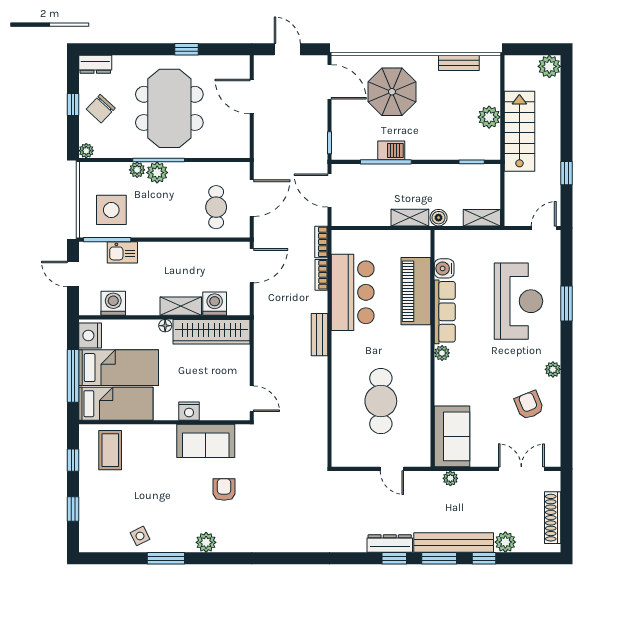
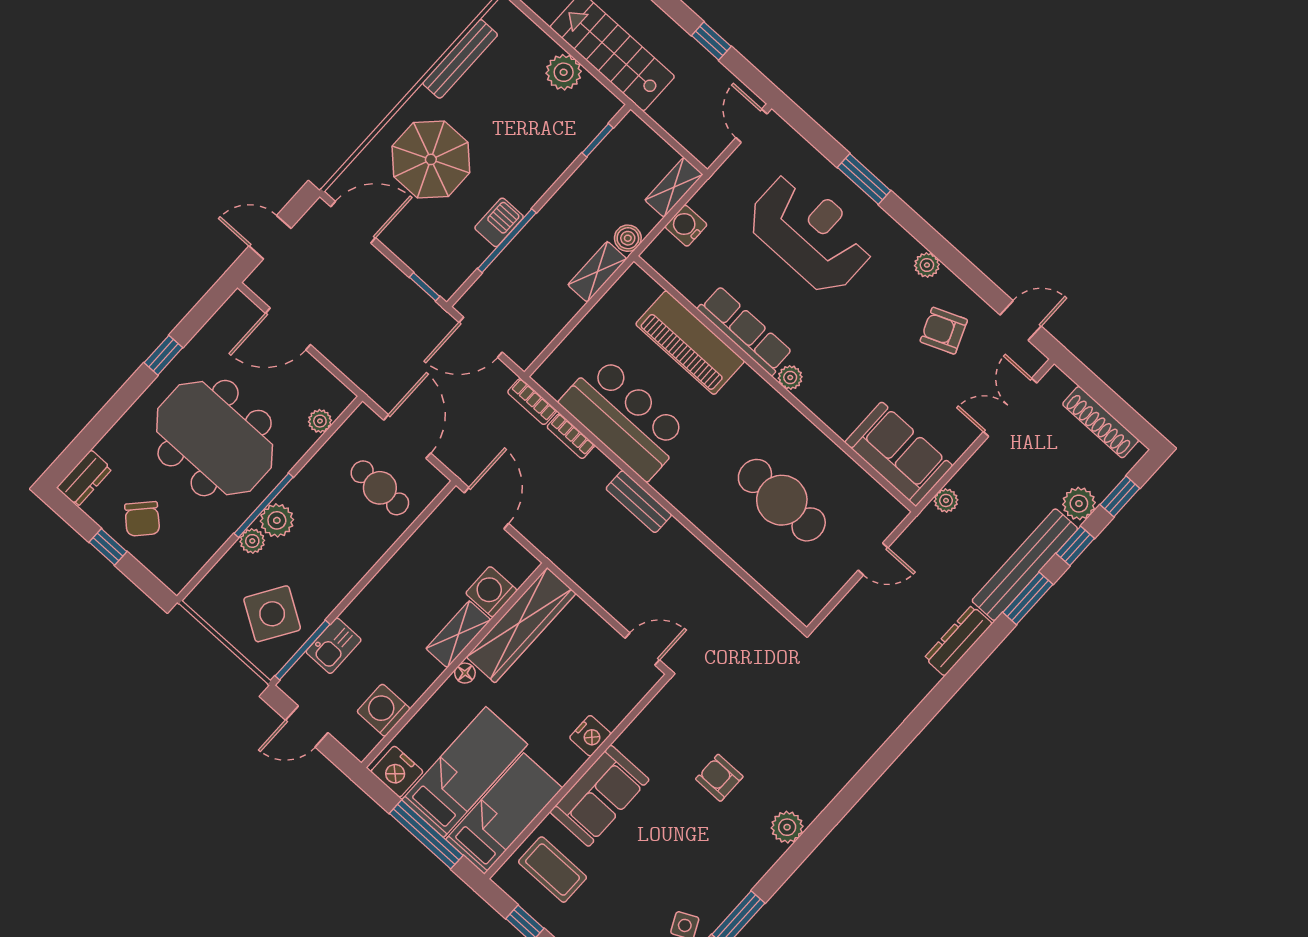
bench: (459, 63) -> (460, 59), width x1.36
plant: (86, 151) -> (320, 421), moved
side table: (111, 210) -> (272, 614), turned 32
water cooler: (444, 268) -> (686, 226), moved, turned 90
door: (567, 437) -> (1021, 321), added
sofa: (206, 441) -> (600, 796), moved
plant: (206, 542) -> (787, 827), moved
window: (394, 558) -> (1120, 496), moved

